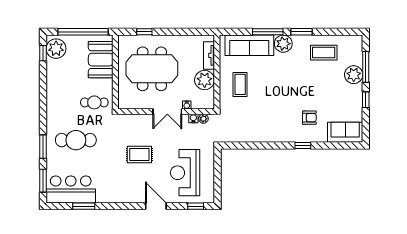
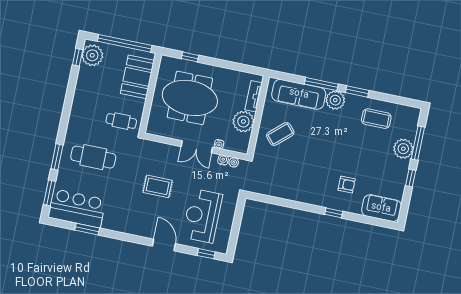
coffee table: (240, 84) -> (280, 134), turned 48

